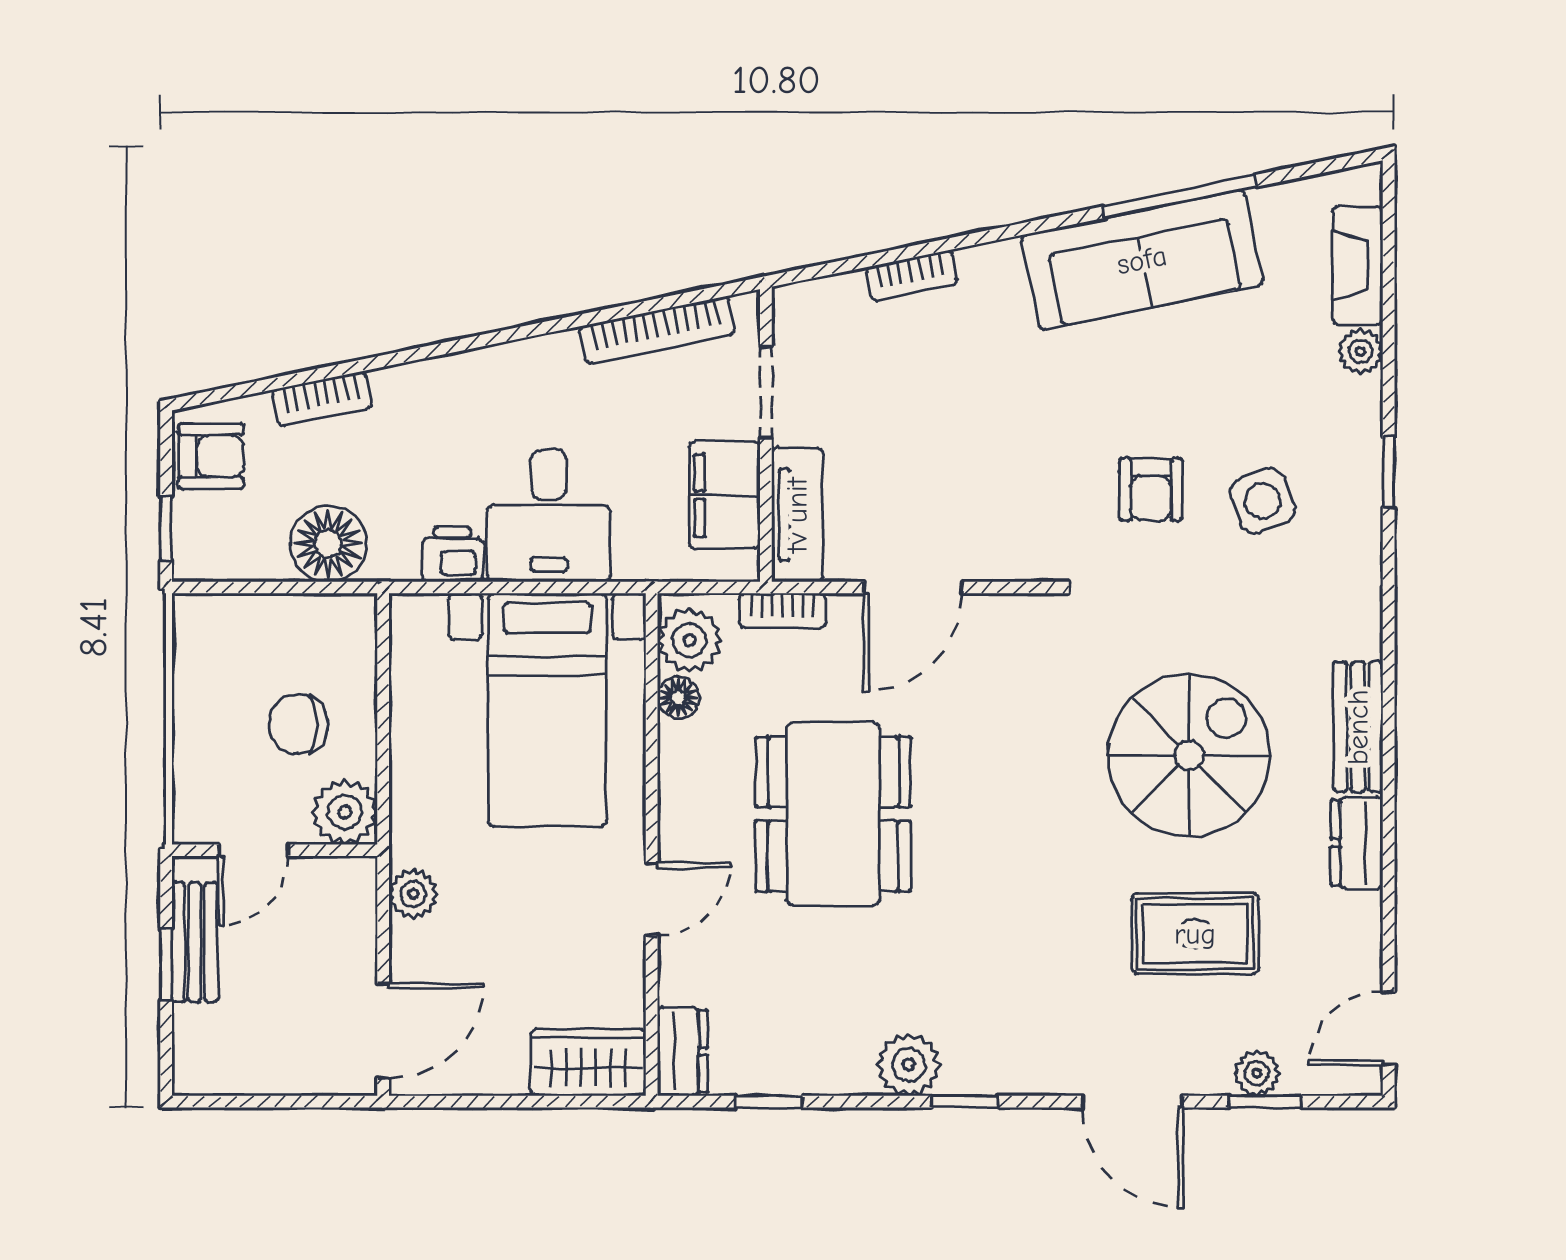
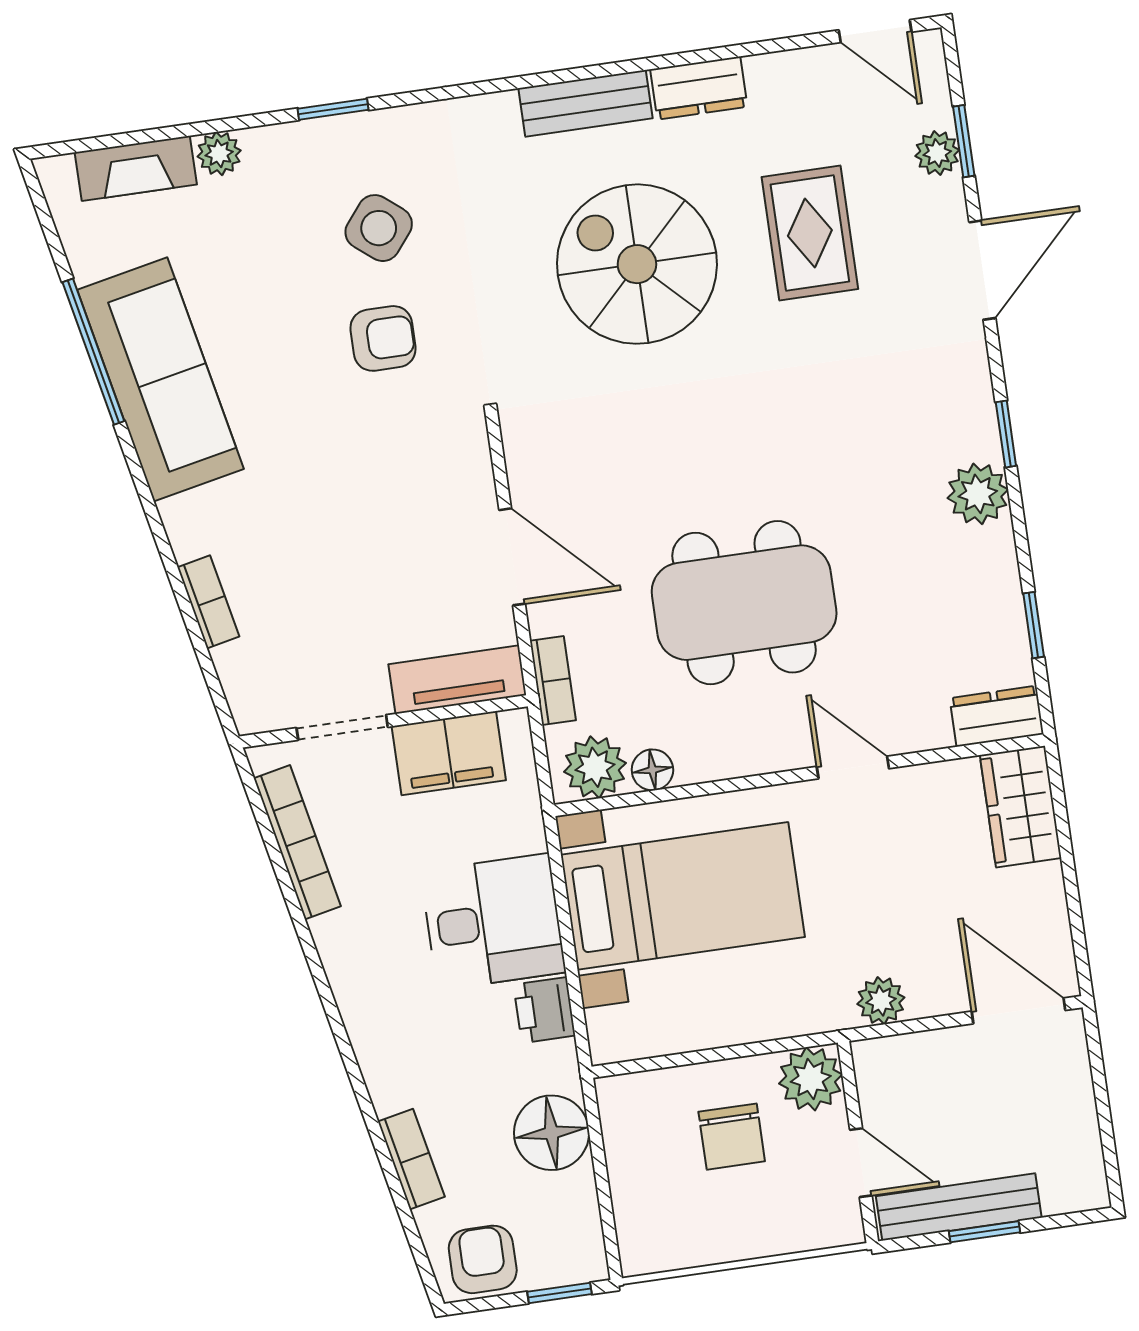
side table: (1262, 501) -> (379, 228), turned -30
bench: (195, 942) -> (959, 1207), width x1.36

